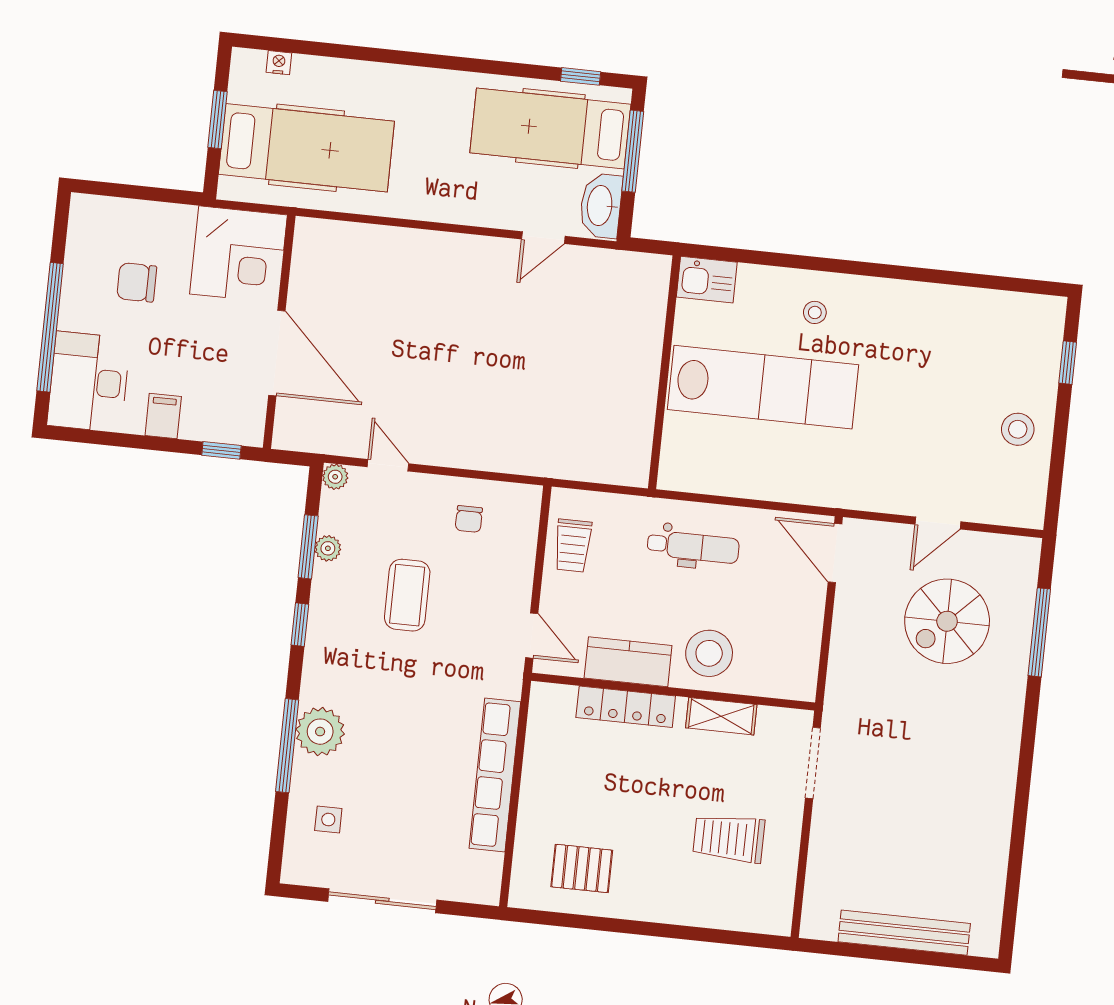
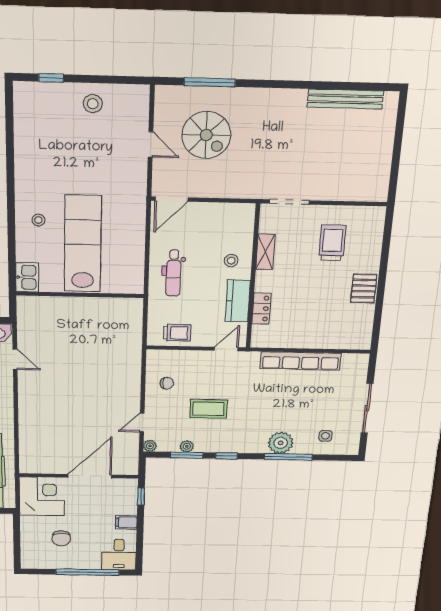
desk: (89, 382) -> (119, 555), width x0.73
dental chair: (693, 547) -> (173, 273), turned 180
stool: (709, 653) -> (231, 261), width x0.53, depth x0.53
locker: (626, 707) -> (261, 309), width x0.66
trolley: (729, 838) -> (332, 243), turned 180
pallet: (582, 868) -> (364, 289), moved
bench: (904, 933) -> (345, 99), moved, turned 90

